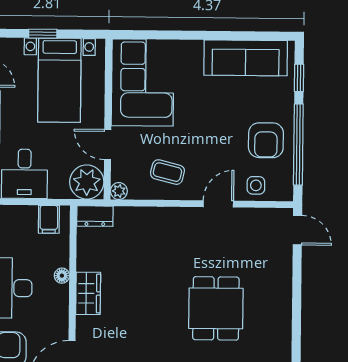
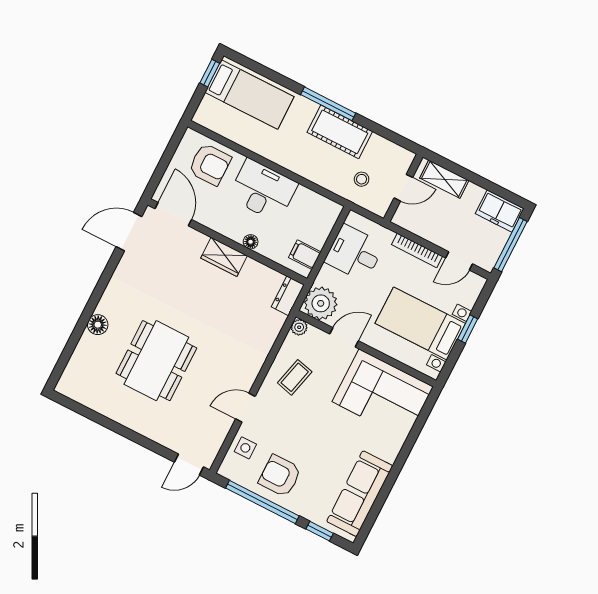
door: (218, 204) -> (245, 408), swing flipped
dining table: (216, 308) -> (156, 361), width x1.38

